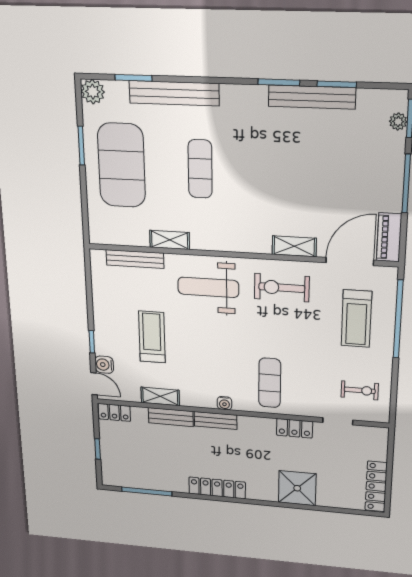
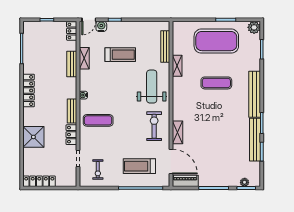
bench: (174, 93) -> (255, 94), moved
bench: (216, 421) -> (72, 111), moved

